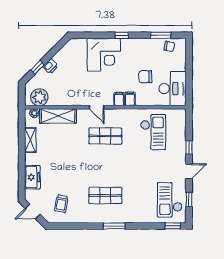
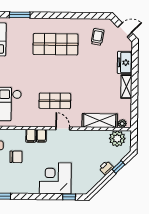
window: (122, 35) -> (69, 197), moved
shelving: (30, 140) -> (126, 87), moved
shop shelf: (105, 196) -> (56, 44), width x1.43, depth x1.36
window: (114, 226) -> (20, 15), moved

